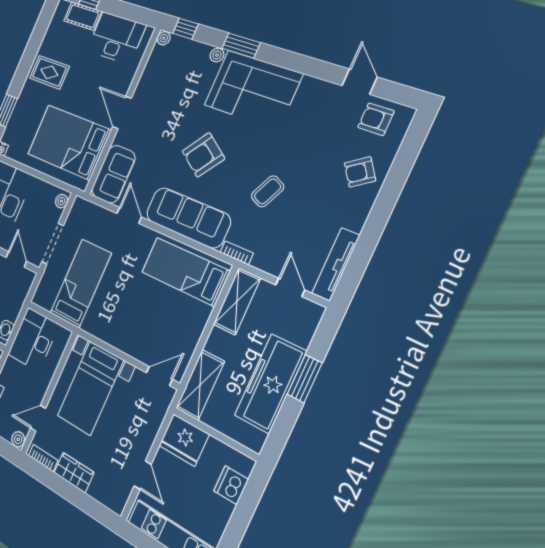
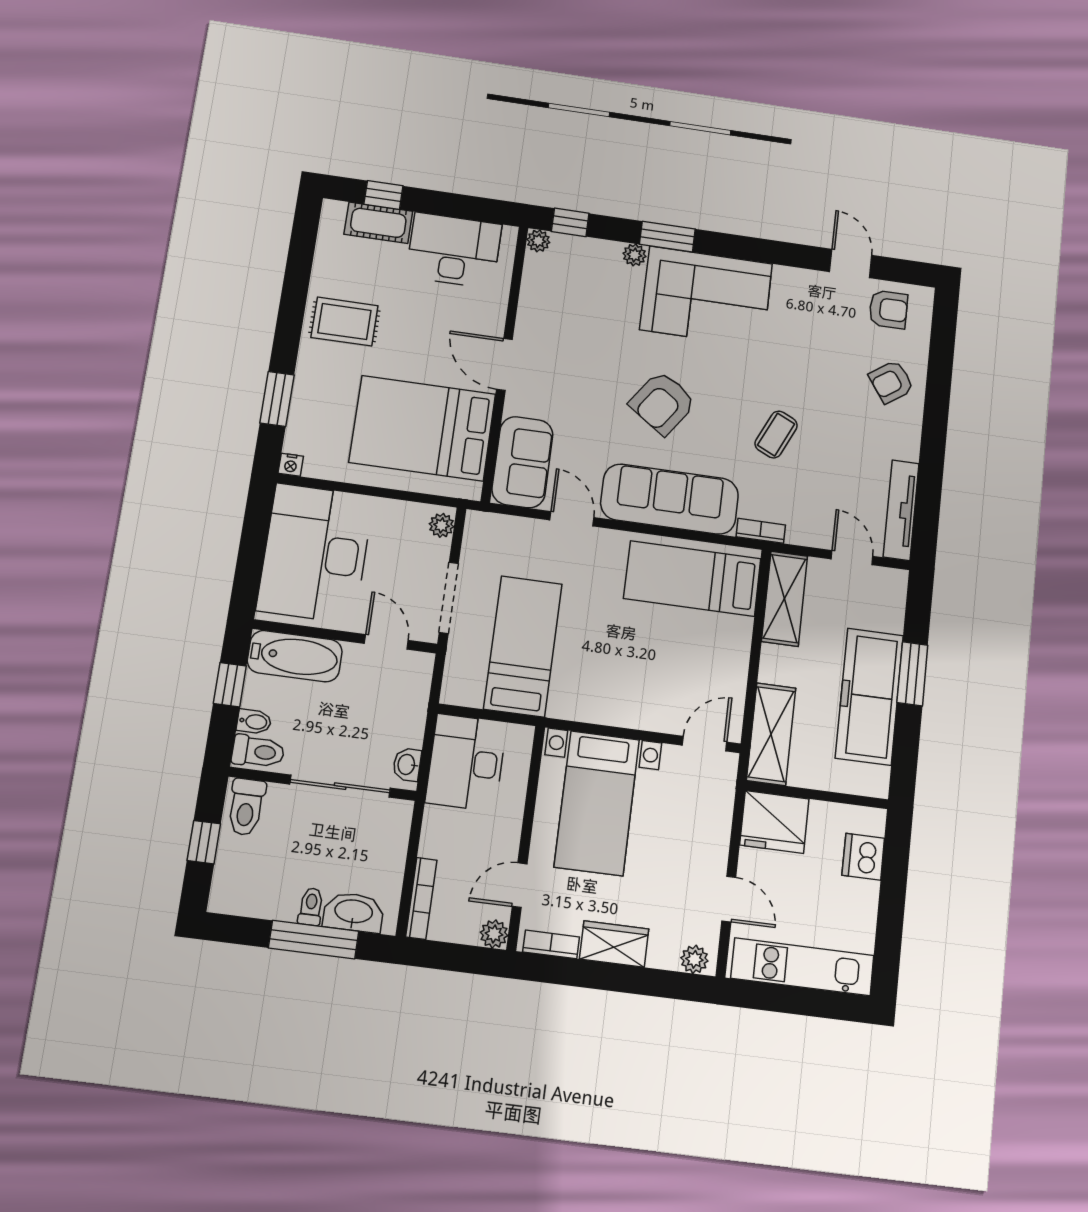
armchair: (376, 119) -> (888, 309), turned 180
plant: (113, 501) -> (694, 959), added

